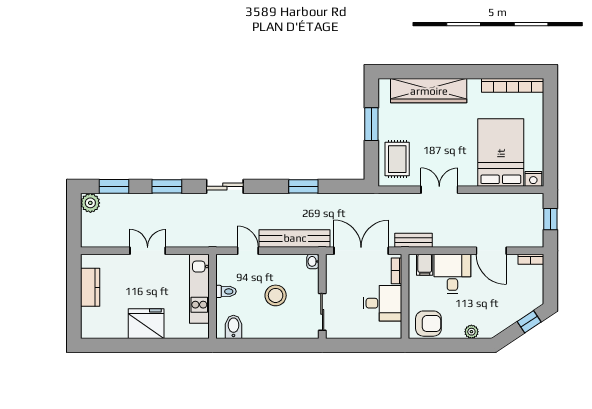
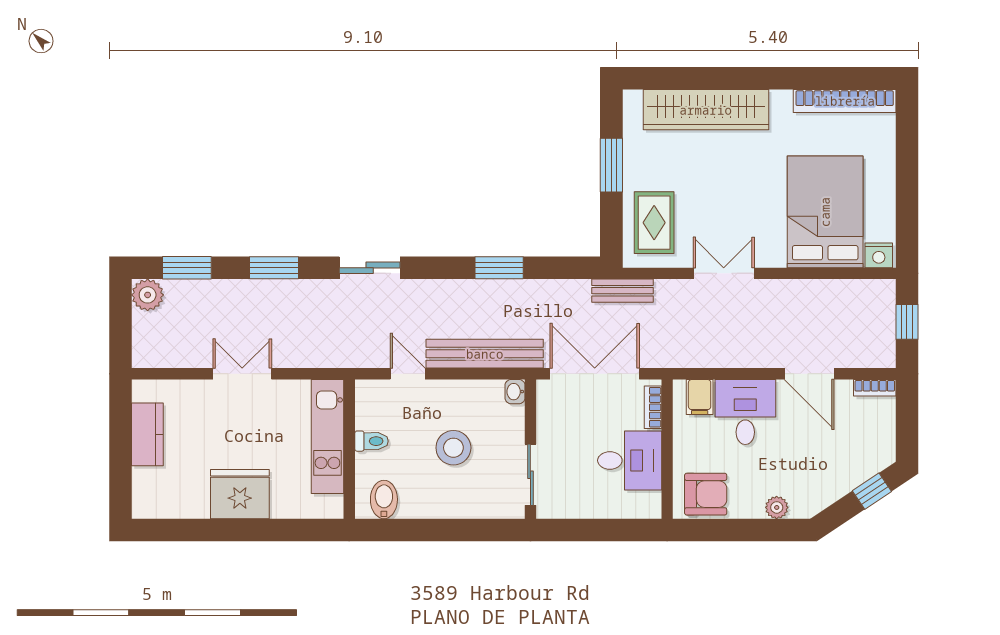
bench: (414, 240) -> (623, 291), moved

